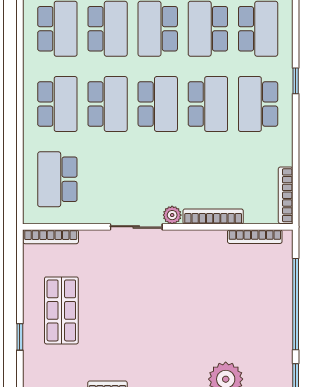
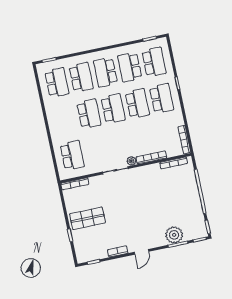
school desk: (57, 104) -> (65, 119), removed
school desk: (258, 104) -> (162, 98), turned 180
school desk: (57, 179) -> (72, 155), turned 180
shop shelf: (61, 310) -> (88, 218), turned 90

